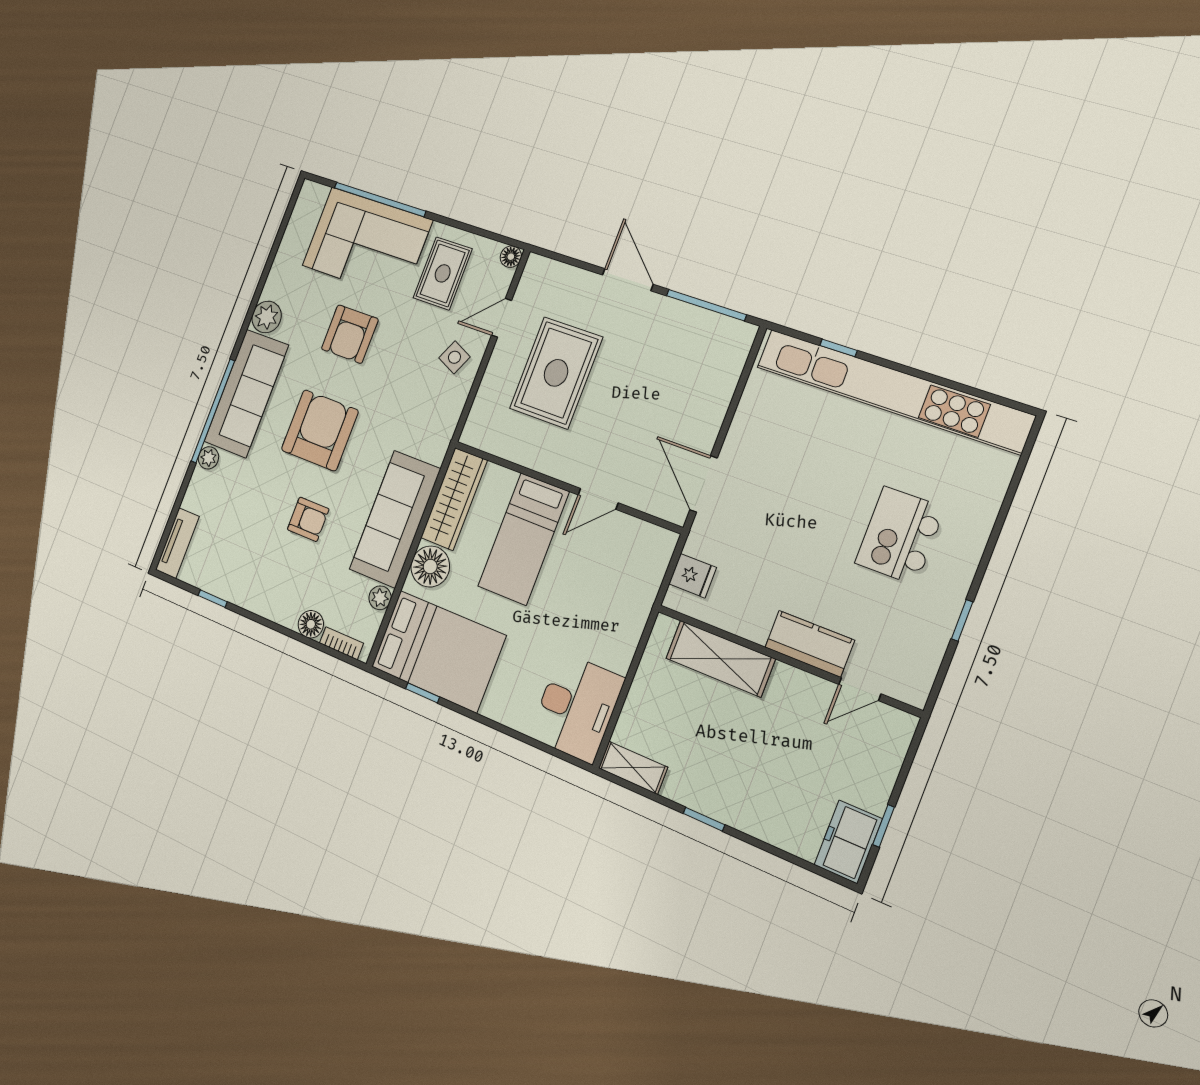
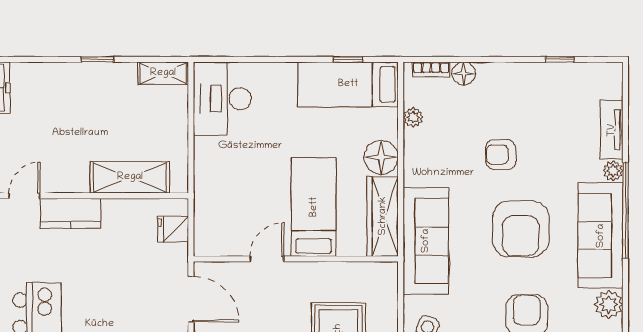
sofa: (395, 519) -> (426, 241), moved
tv unit: (177, 543) -> (612, 130), moved
bed: (438, 651) -> (348, 84), width x0.67

